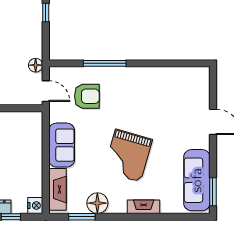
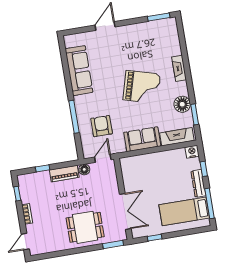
piano: (35, 39) -> (64, 174), added
sofa: (197, 180) -> (79, 71), moved, turned -90

